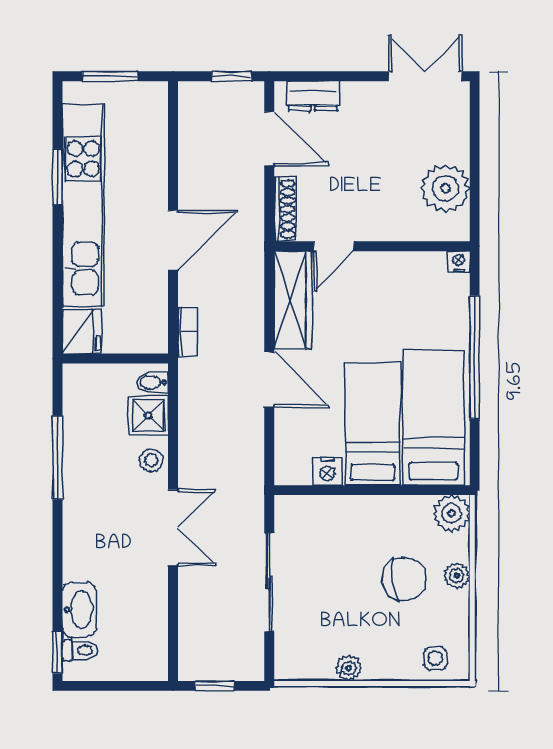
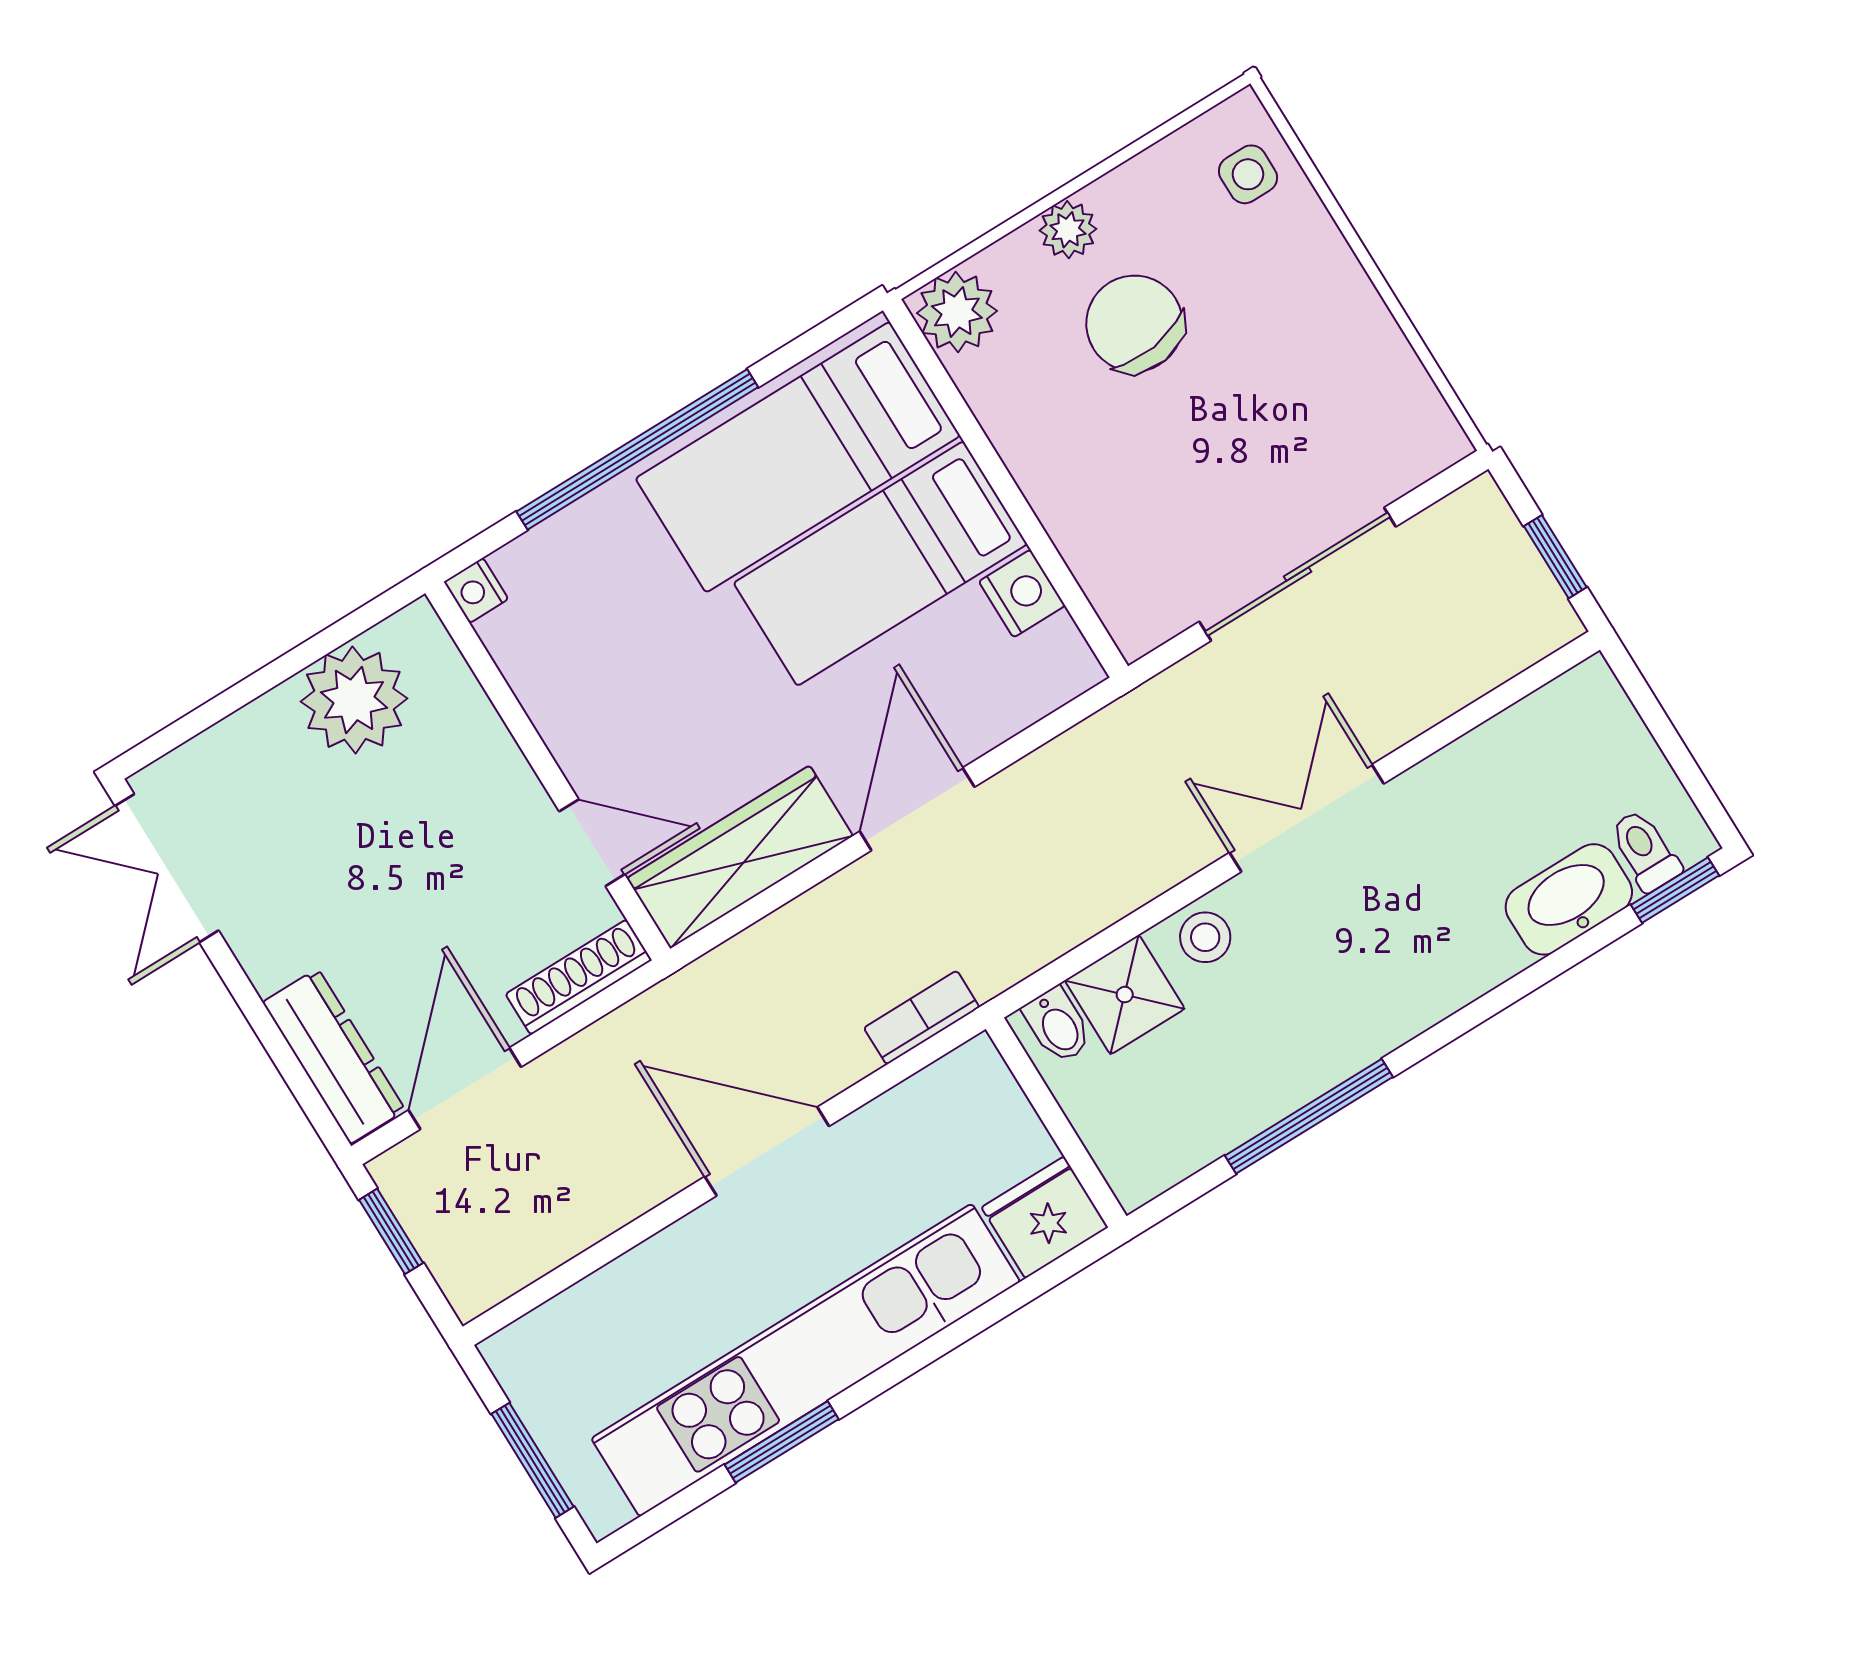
dresser: (313, 96) -> (334, 1056), width x1.44
plant: (349, 668) -> (1366, 326), removed

